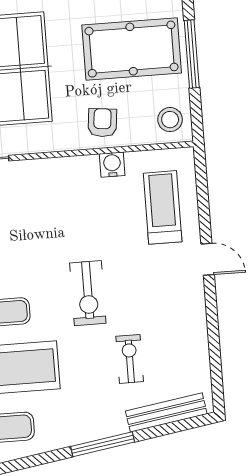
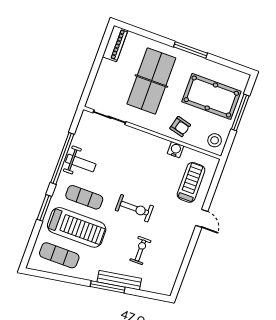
armchair: (102, 123) -> (180, 127), turned 99
exercise bike: (88, 293) -> (134, 208), turned -90
bench: (166, 413) -> (119, 280), moved

